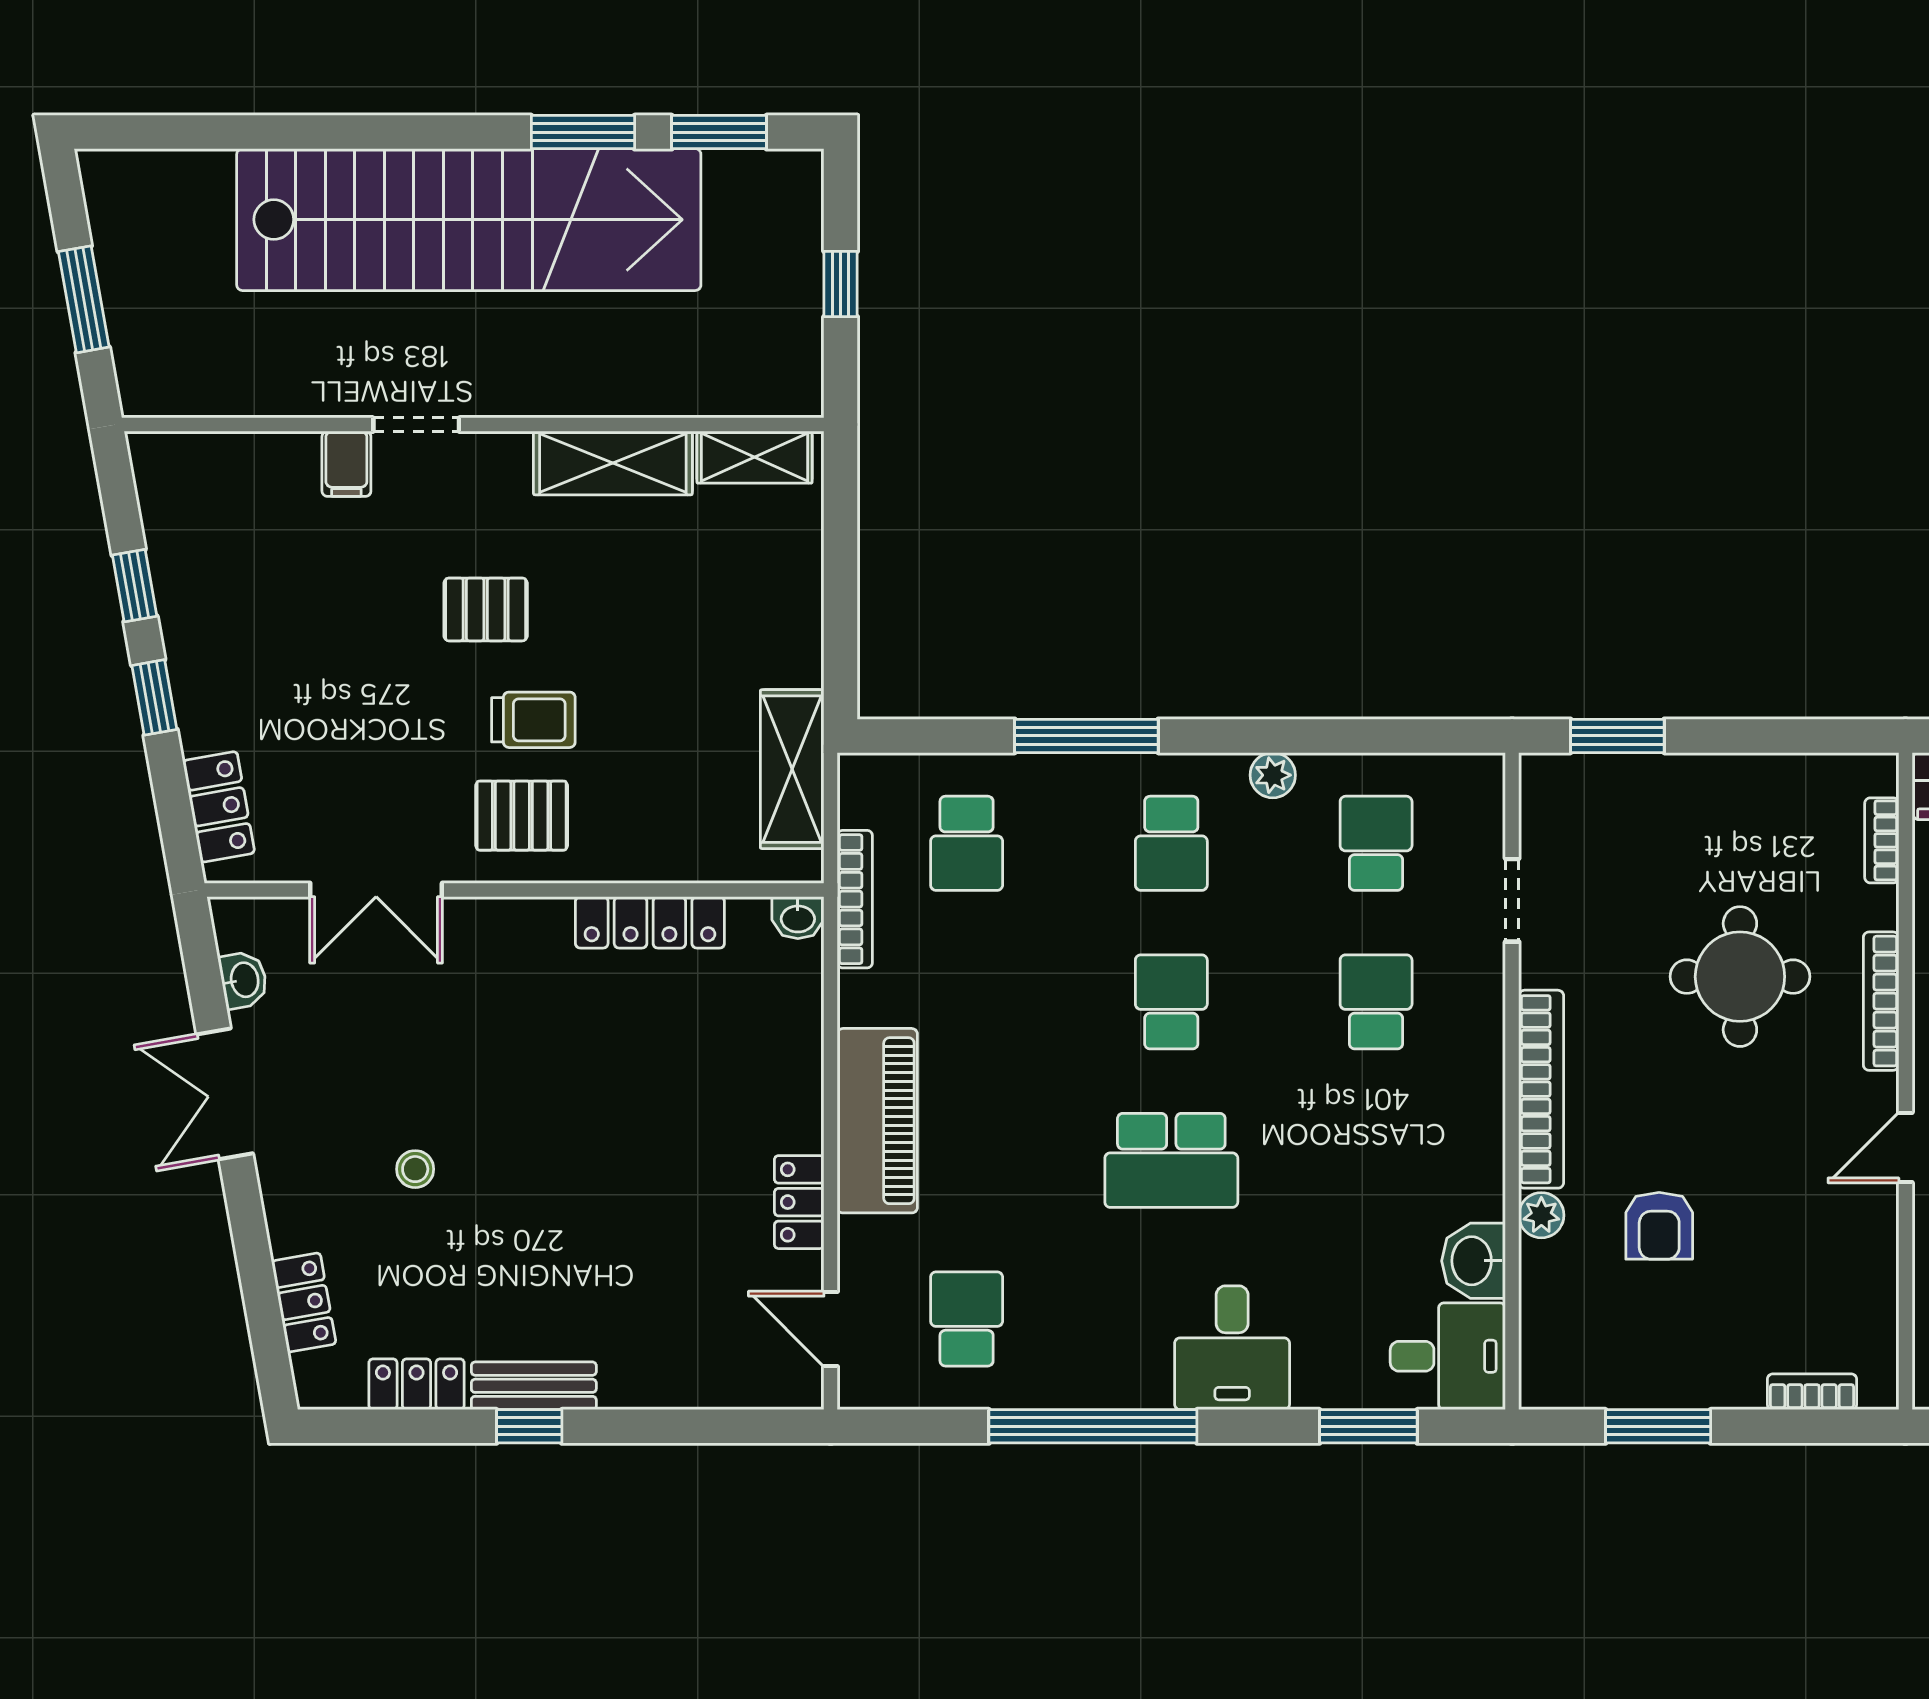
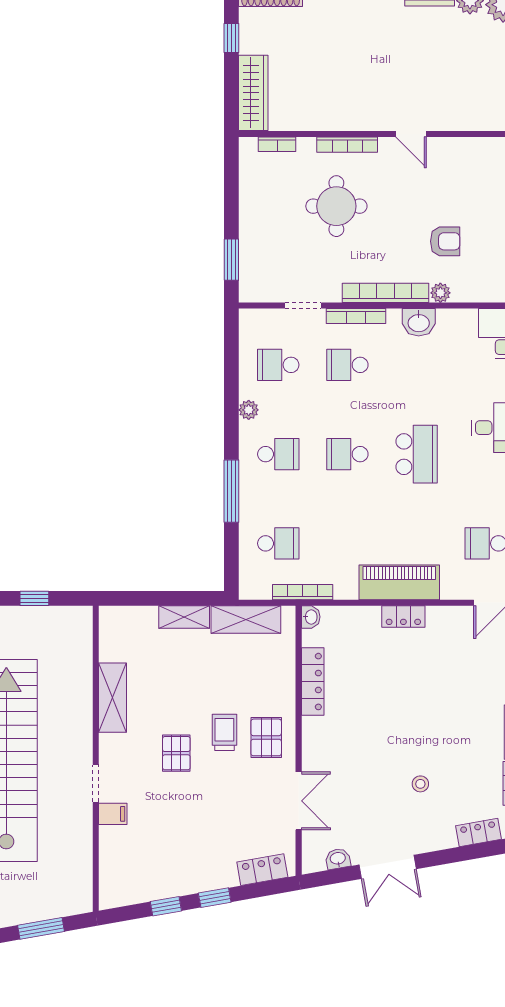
shelving: (755, 457) -> (184, 617), moved, turned 90
bookcase: (1488, 1022) -> (356, 316), added
locker: (799, 1202) -> (403, 616), moved
washbasin: (1474, 1261) -> (419, 322), moved

